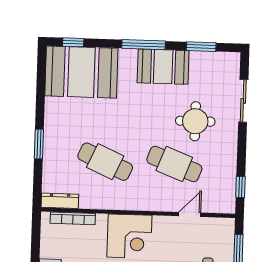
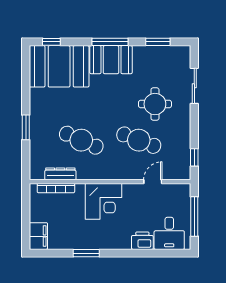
booth: (163, 67) -> (111, 60), moved
dresser: (60, 201) -> (60, 174), moved

